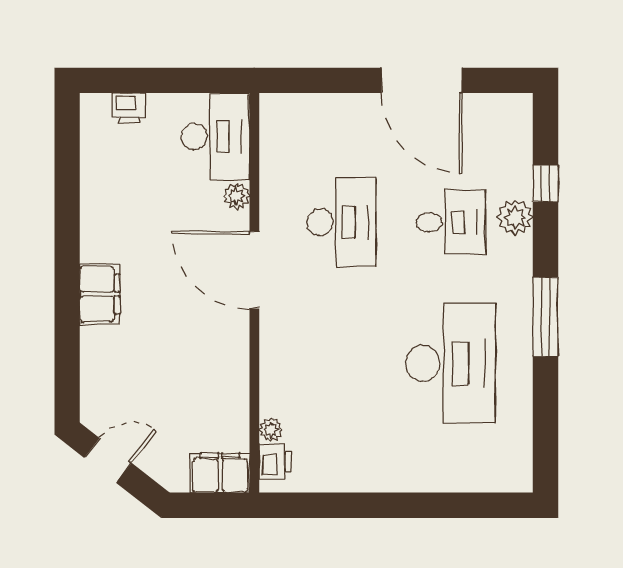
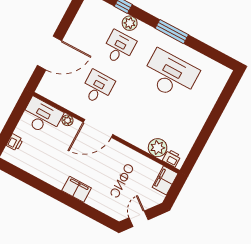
door: (422, 80) -> (50, 53), moved
desk: (341, 222) -> (98, 87), width x0.73
plant: (271, 430) -> (158, 148), width x1.87, depth x1.87

